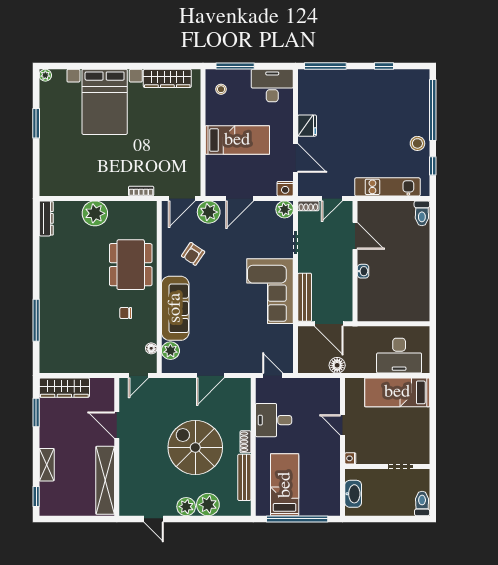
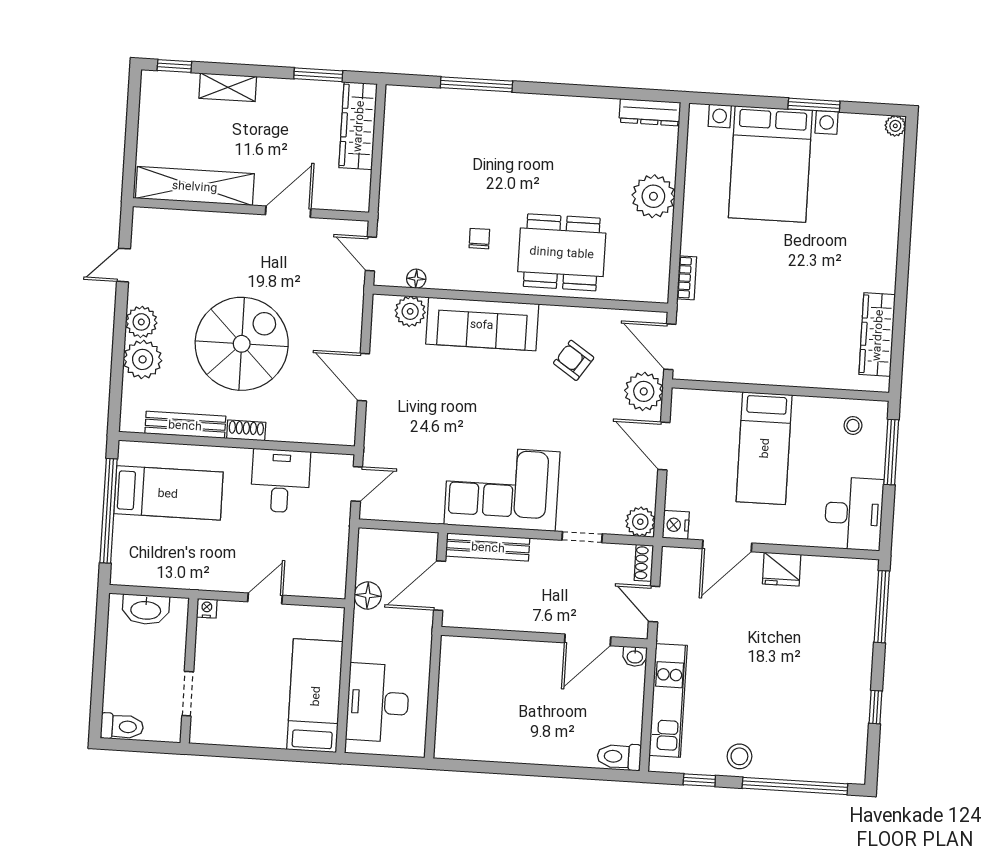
bed with nightstands: (105, 102) -> (770, 164), moved, turned -90
washbasin: (363, 271) -> (635, 656), moved

